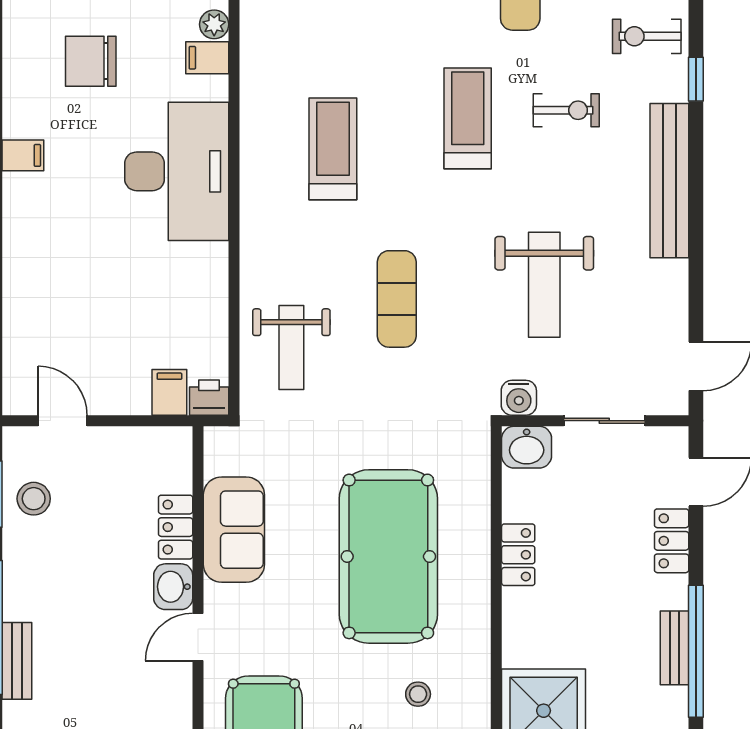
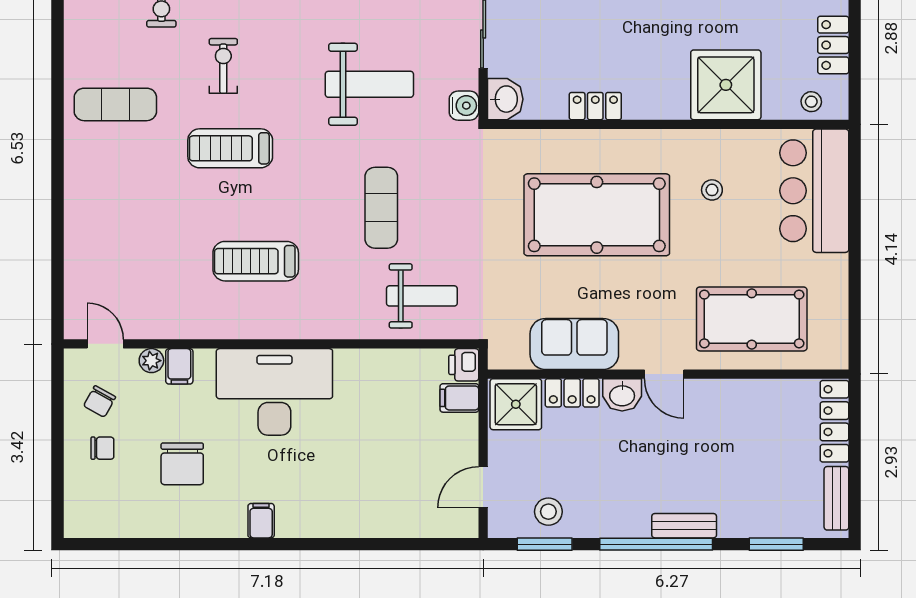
exercise mat: (397, 299) -> (381, 208), turned 90
shower: (162, 460) -> (516, 404), added

